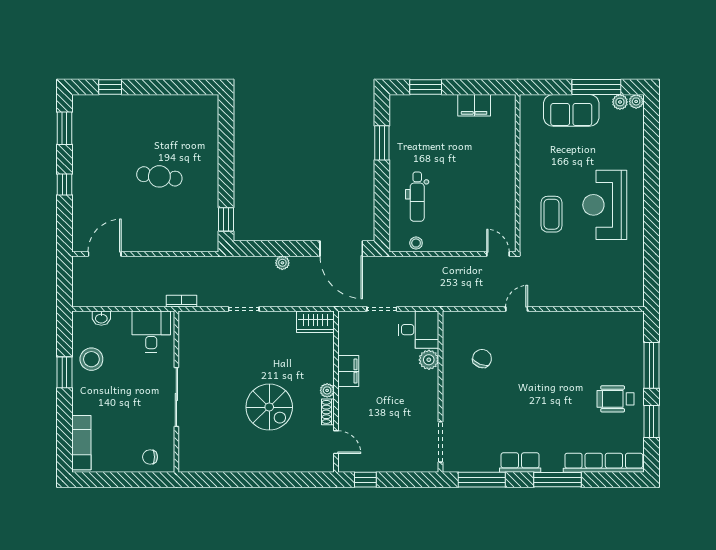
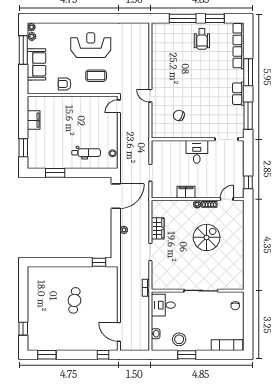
armchair: (537, 159) -> (64, 84), added
window: (64, 185) -> (103, 355), moved
reception desk: (605, 205) -> (91, 45), turned 180
wardrobe: (315, 322) -> (158, 228), moved
desk: (419, 330) -> (197, 152), moved
plant: (429, 360) -> (179, 146), removed

